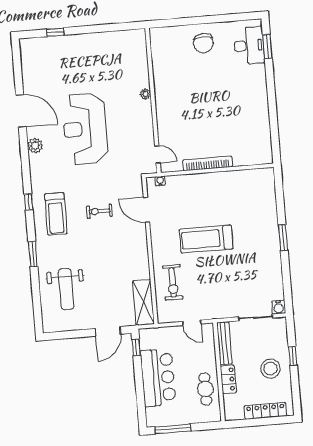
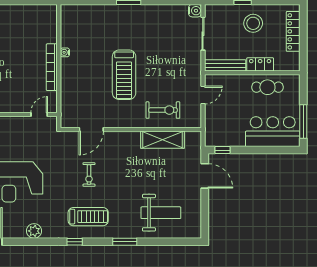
plant: (35, 146) -> (34, 231), moved
water cooler: (160, 181) -> (65, 52), moved
shelving: (143, 302) -> (163, 140), moved
bar counter: (158, 378) -> (273, 132), moved

